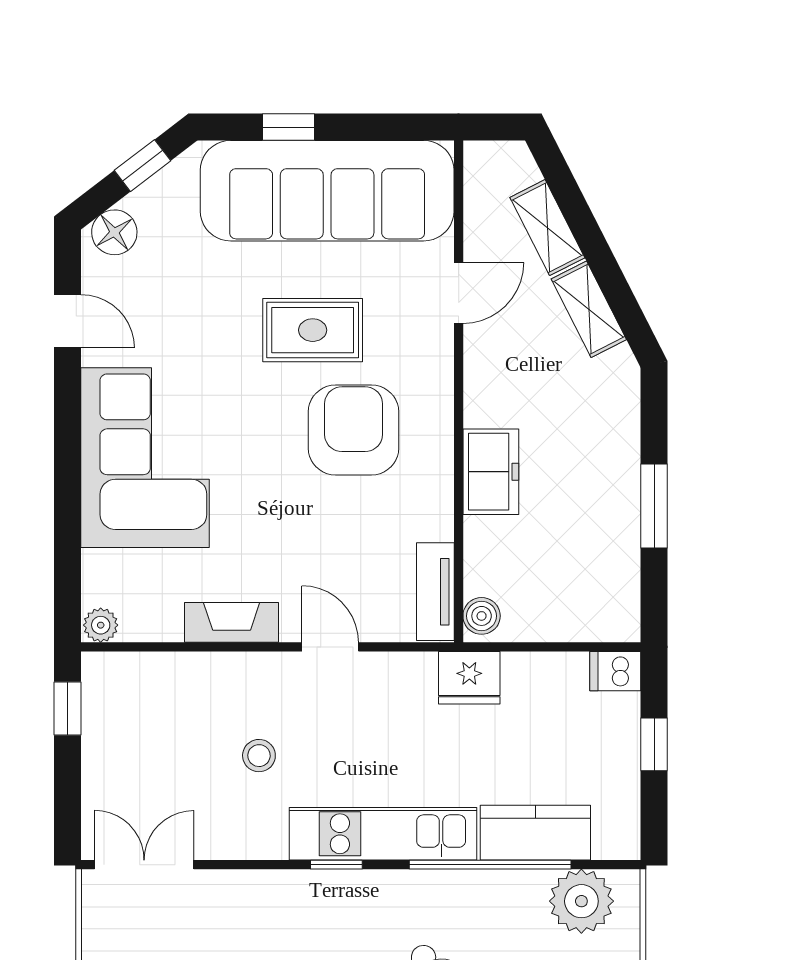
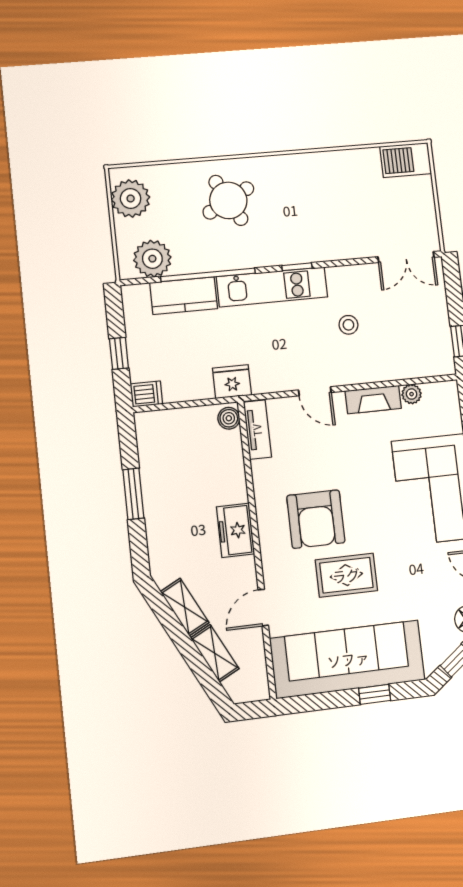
freezer: (491, 472) -> (235, 530), moved
plant: (101, 625) -> (412, 394), moved

